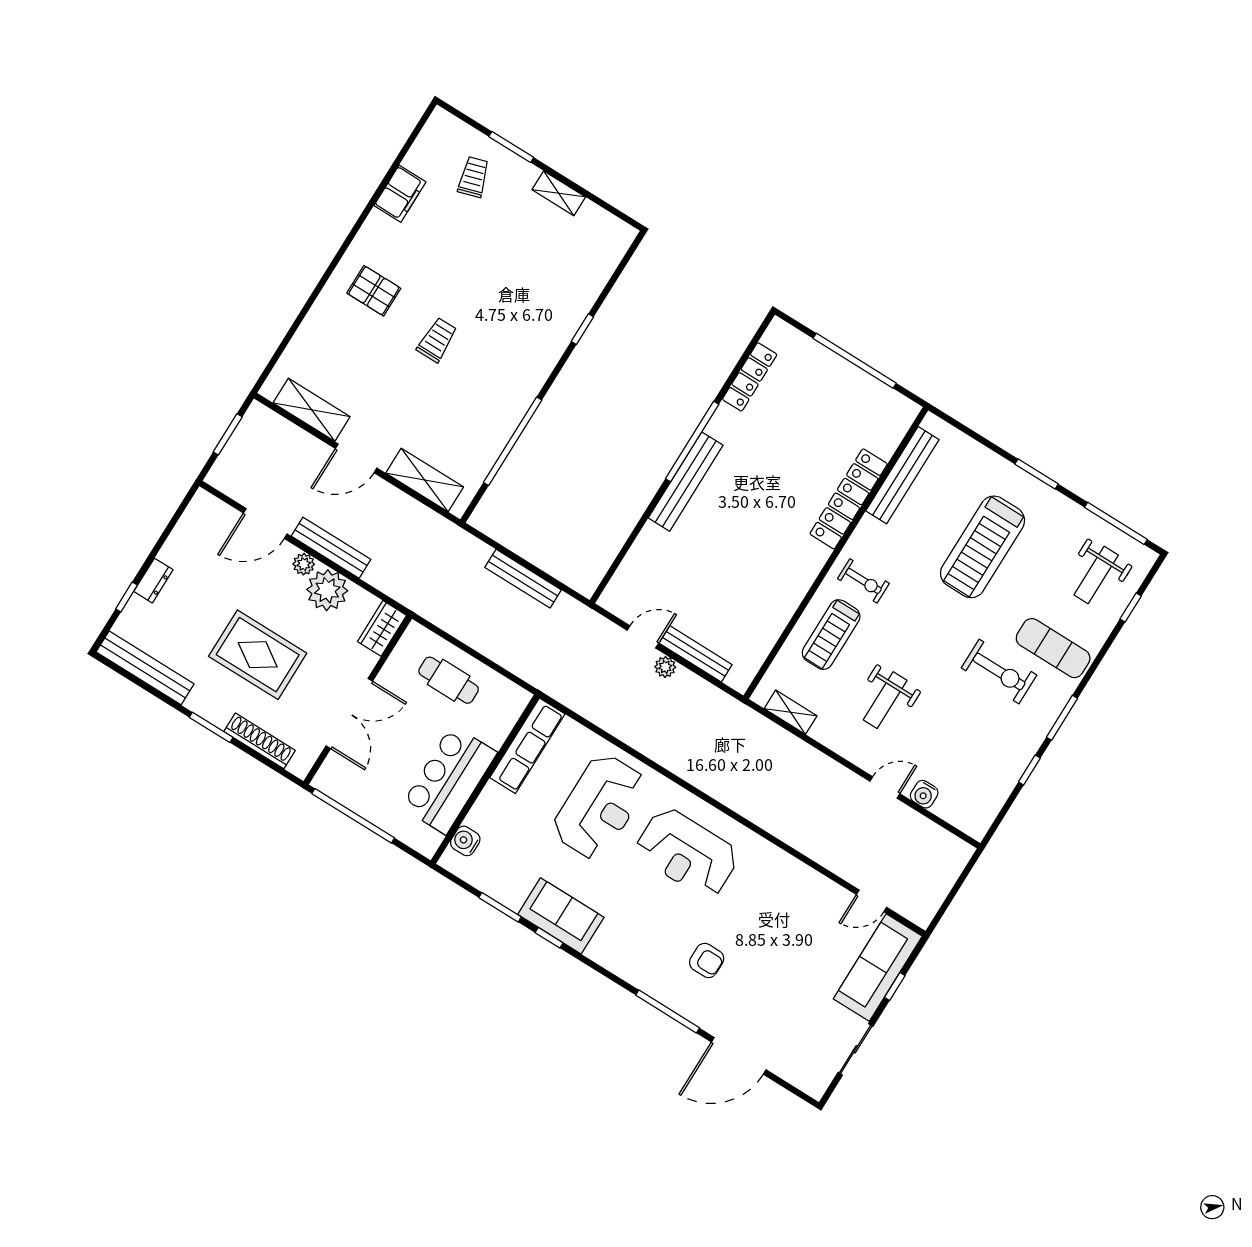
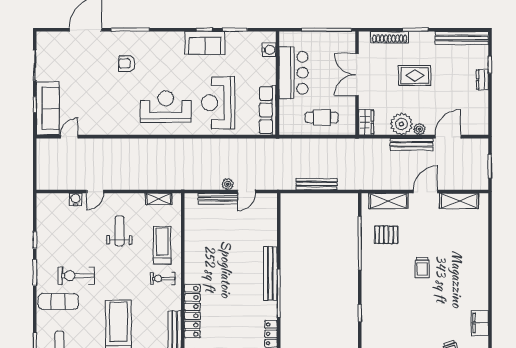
pallet: (374, 291) -> (386, 235), moved
rug: (258, 655) -> (415, 75), width x0.73, depth x0.70

